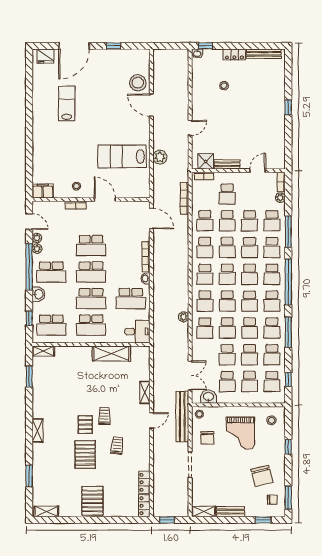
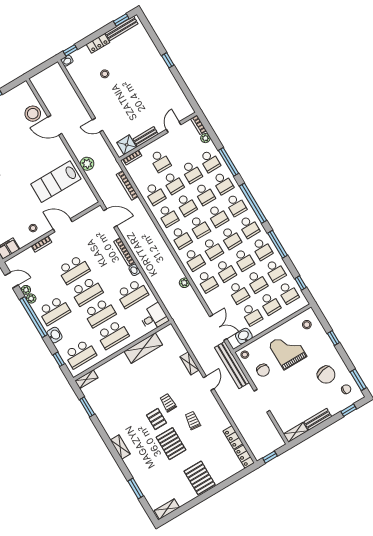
window: (268, 46) -> (121, 20), added
door: (190, 128) -> (98, 125), swing flipped
grand piano: (240, 433) -> (288, 350), turned 180

